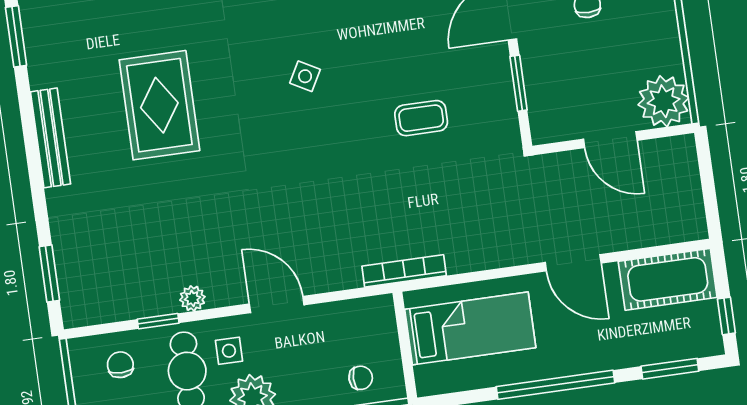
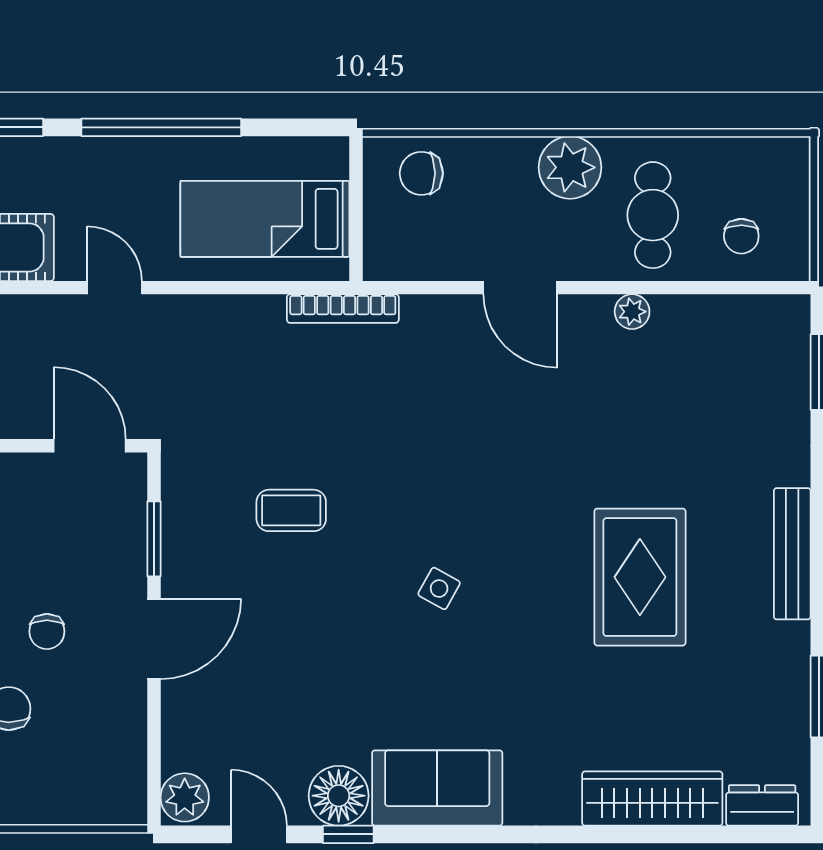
door: (610, 140) -> (90, 446), moved
door: (573, 263) -> (115, 288), width x0.73
window: (158, 321) -> (682, 288), removed
side table: (229, 351) -> (593, 234), removed
chair: (361, 378) -> (421, 173), width x1.37, depth x1.37

